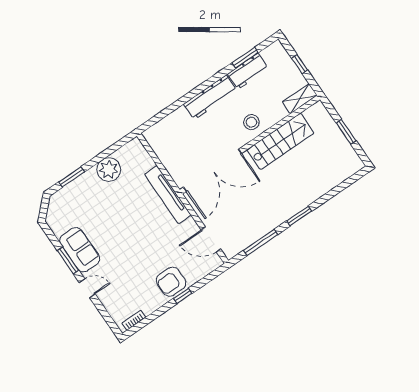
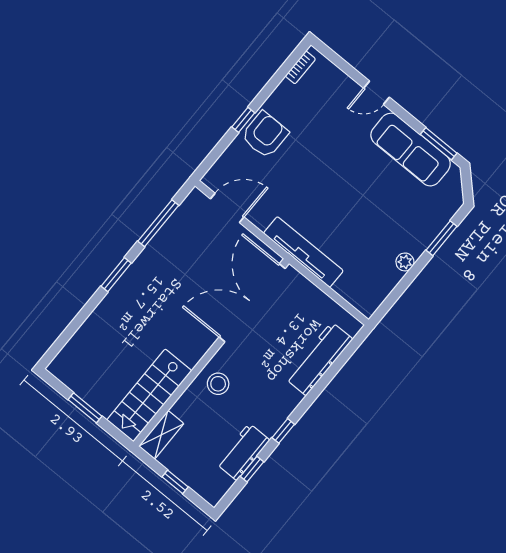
window: (245, 58) -> (252, 469), width x0.67
window: (216, 77) -> (283, 431), added
workbench: (210, 97) -> (319, 359), moved
stairs: (280, 141) -> (149, 395), moved
plant: (109, 170) -> (405, 262), width x0.53, depth x0.53
sofa: (80, 250) -> (411, 150), width x1.36
window: (68, 260) -> (439, 144), moved

